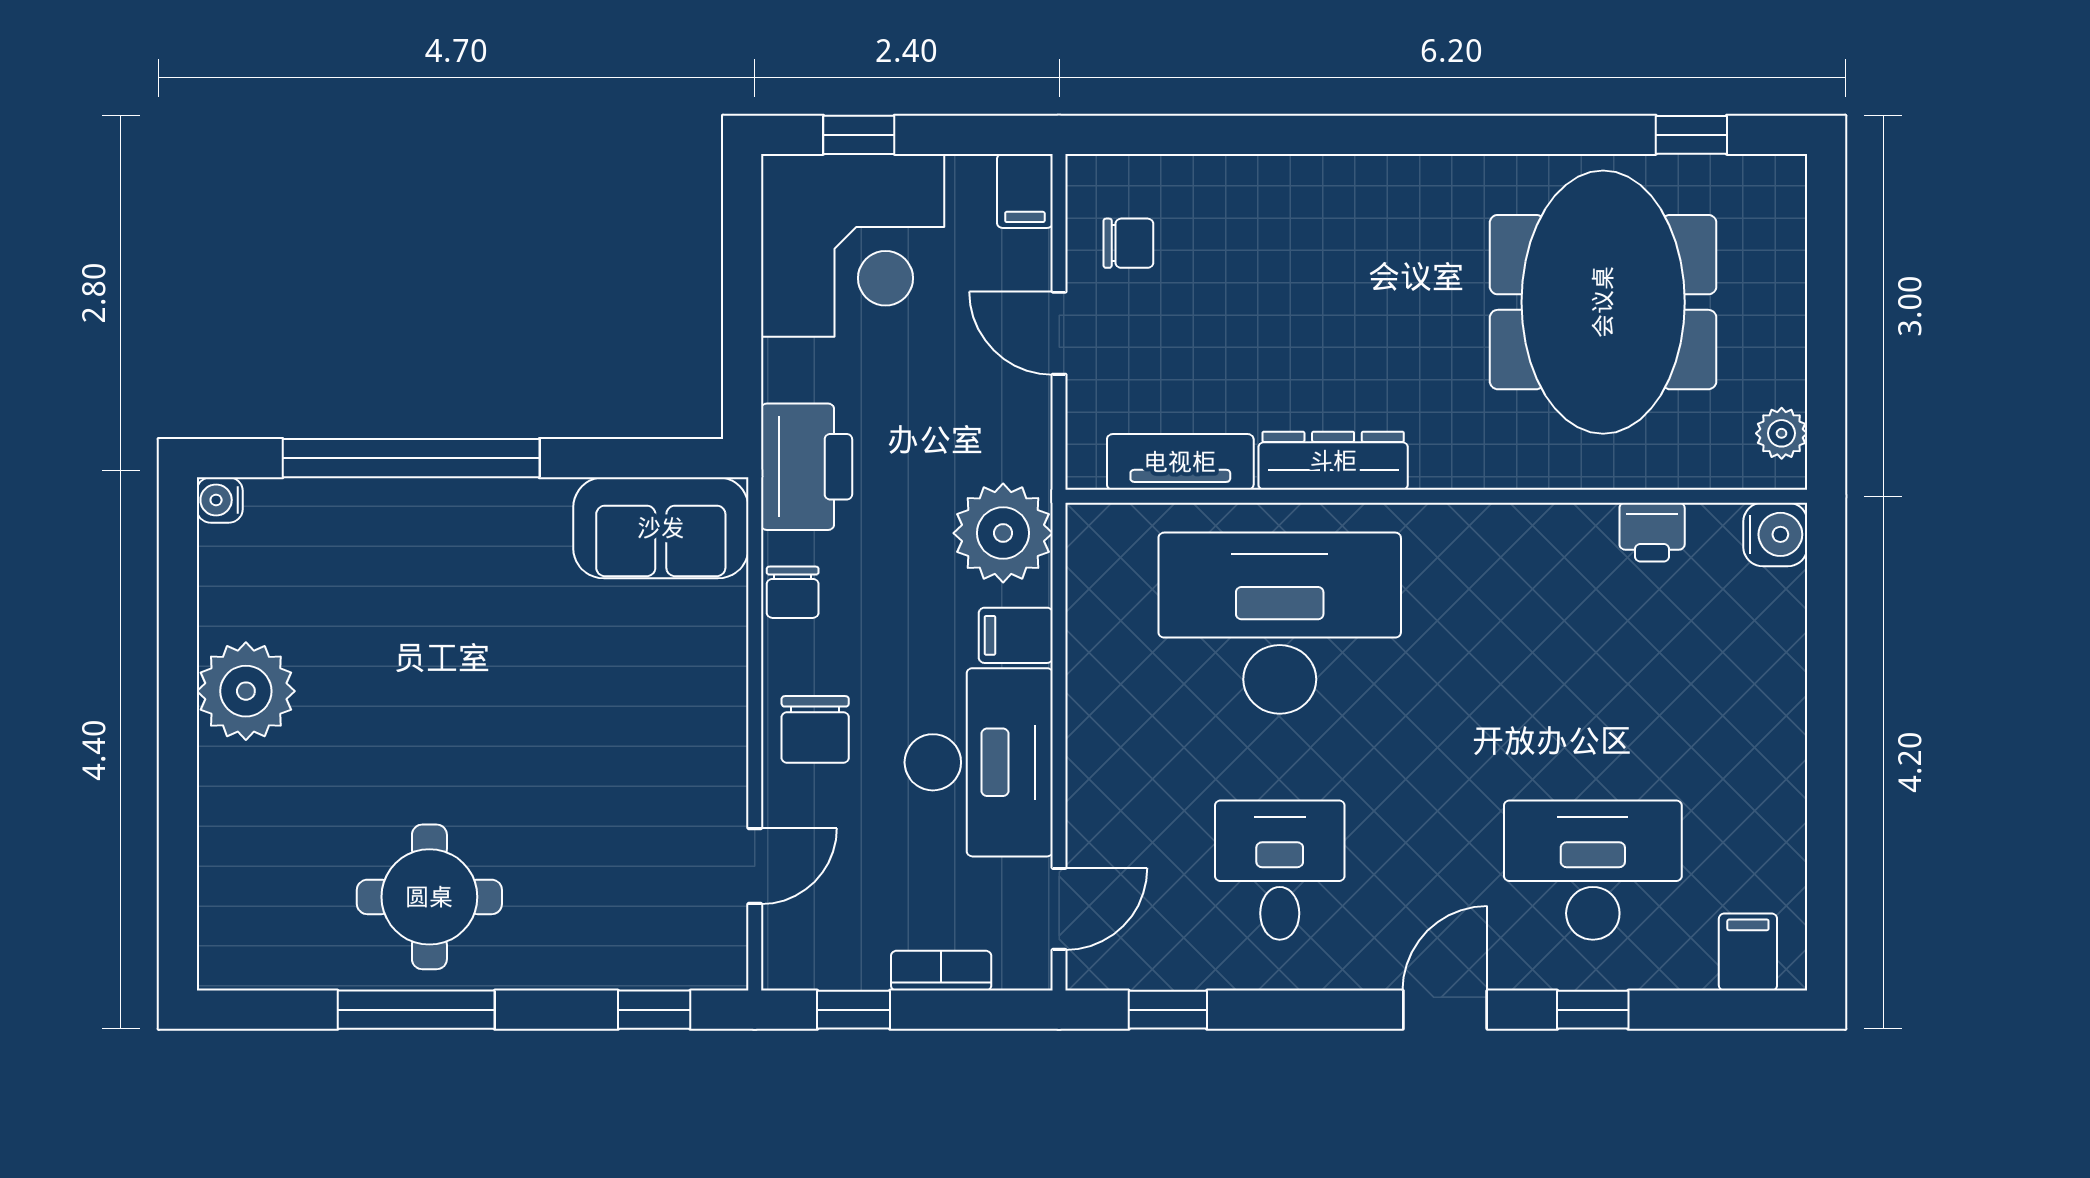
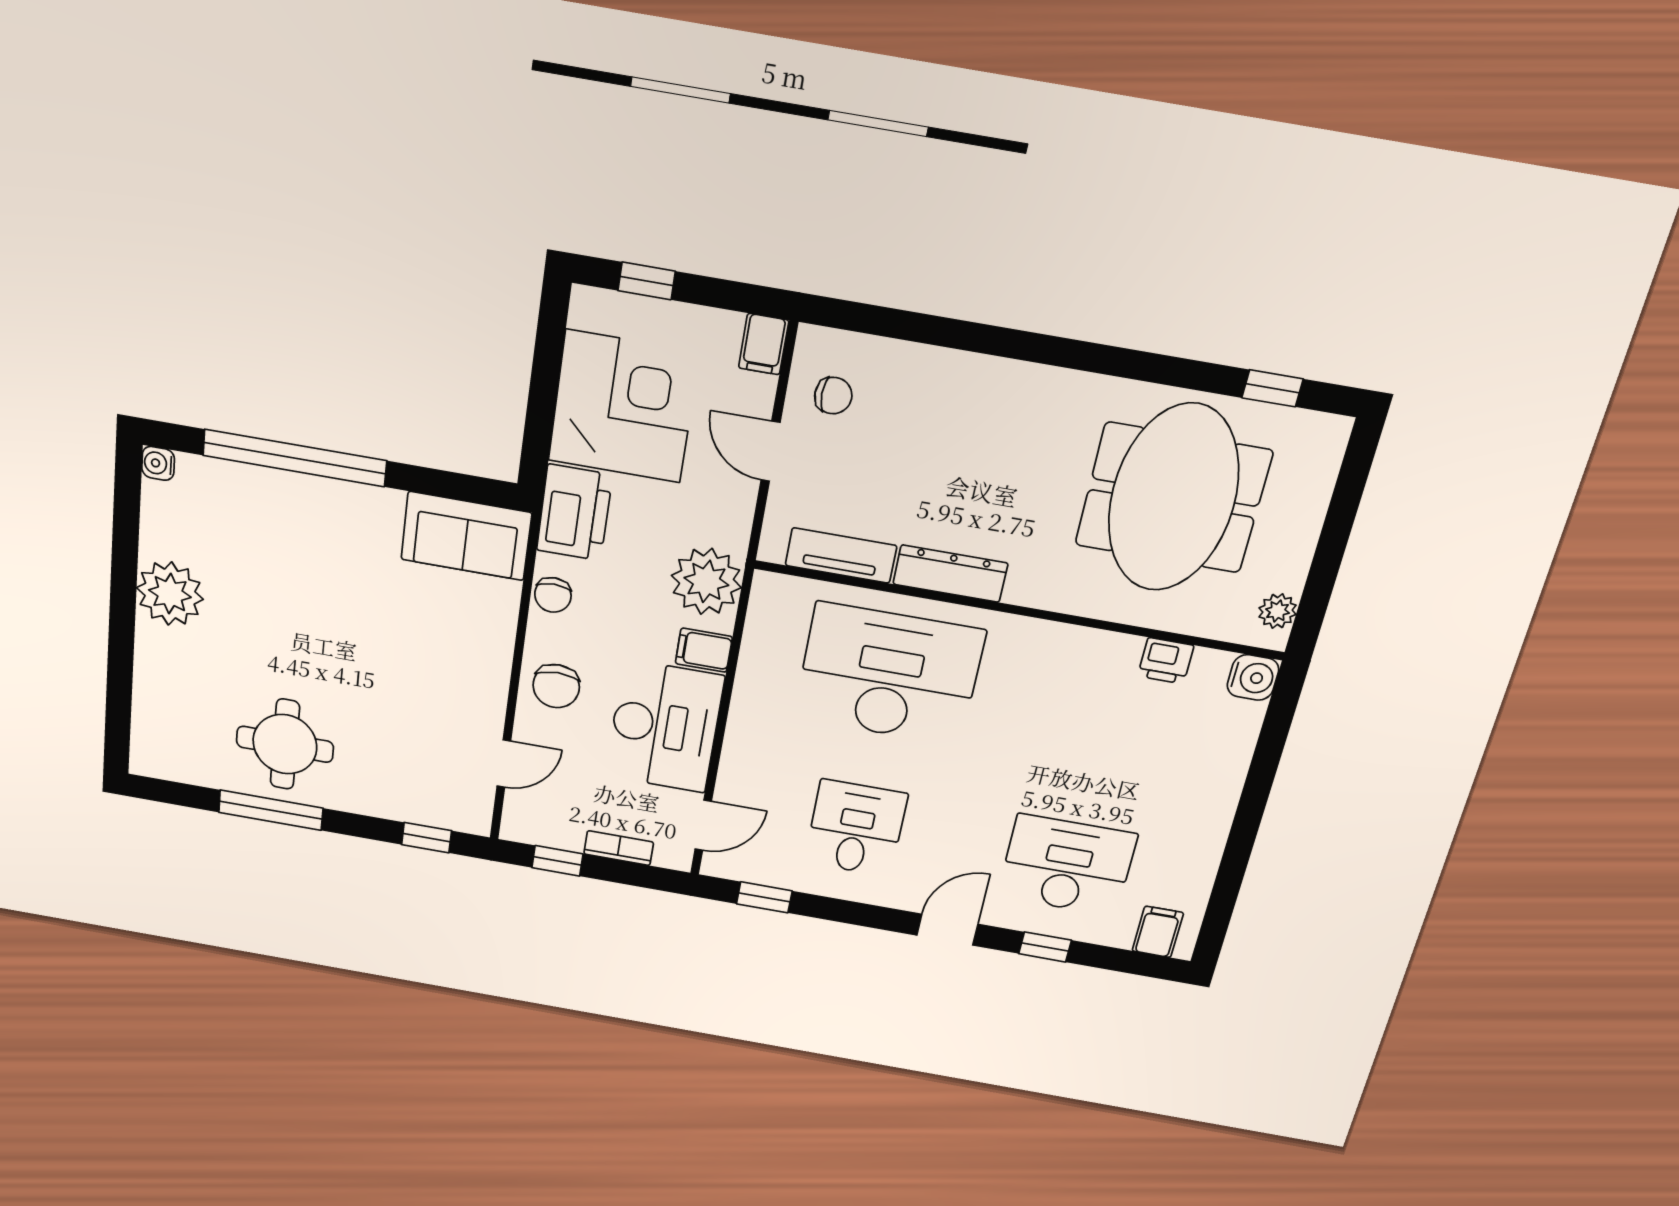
corner desk: (853, 245) -> (623, 407), moved, turned -90

